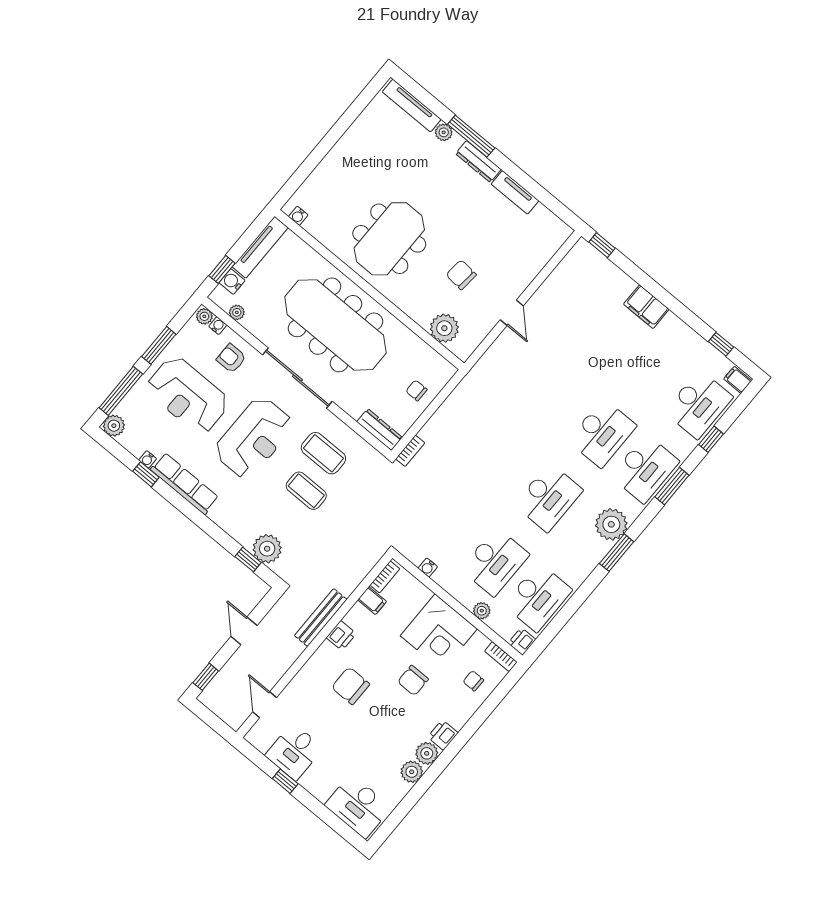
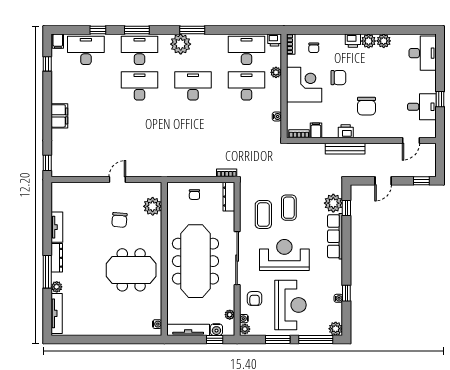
row of seats: (185, 484) -> (335, 236), moved

